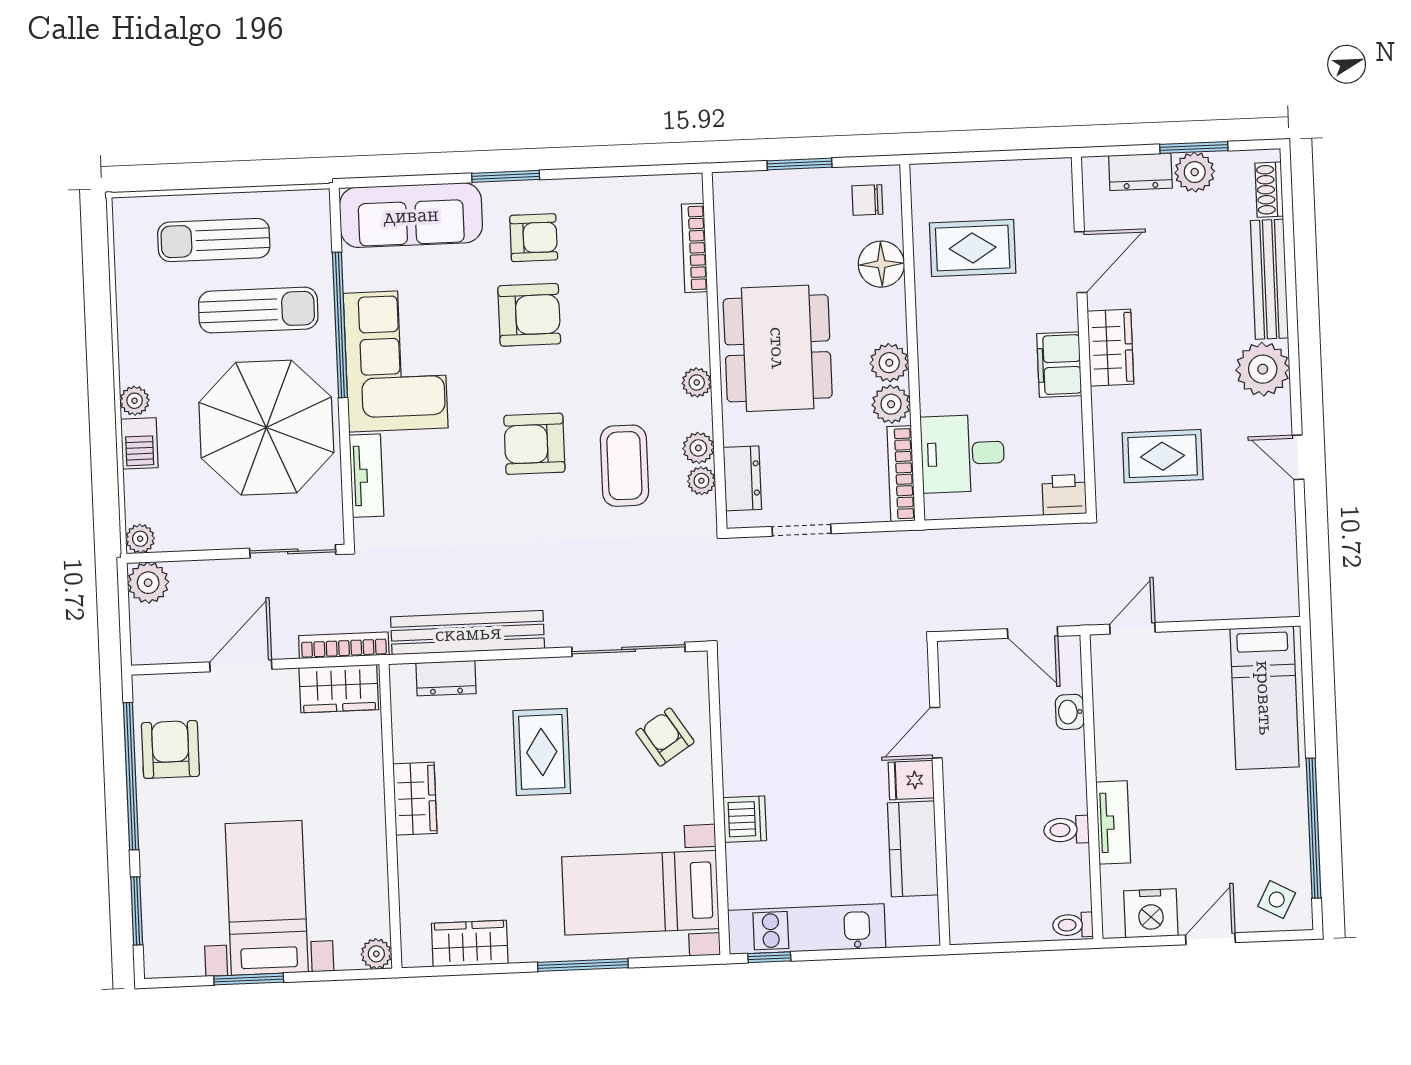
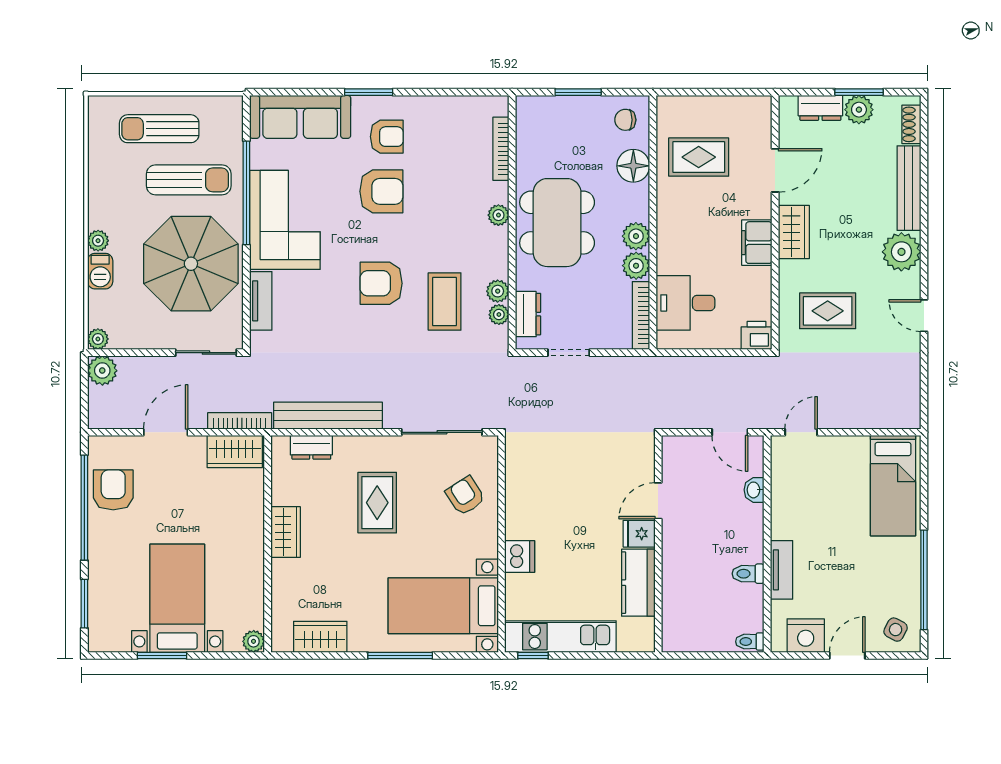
plant: (697, 382) -> (498, 215), moved

